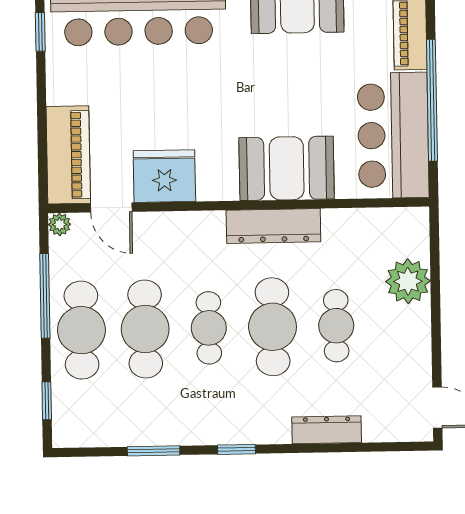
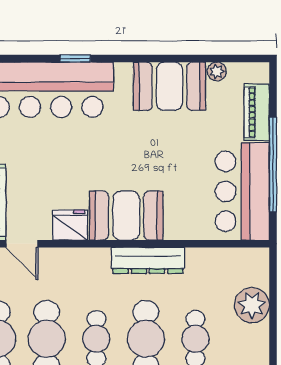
booth: (287, 168) -> (126, 216), moved
fridge: (164, 176) -> (70, 225), width x0.73, depth x0.75

